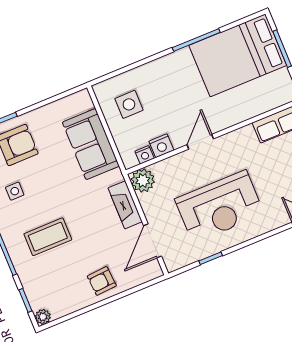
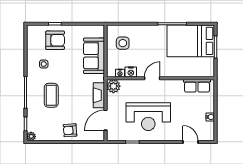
coffee table: (48, 237) -> (51, 95), turned 90

